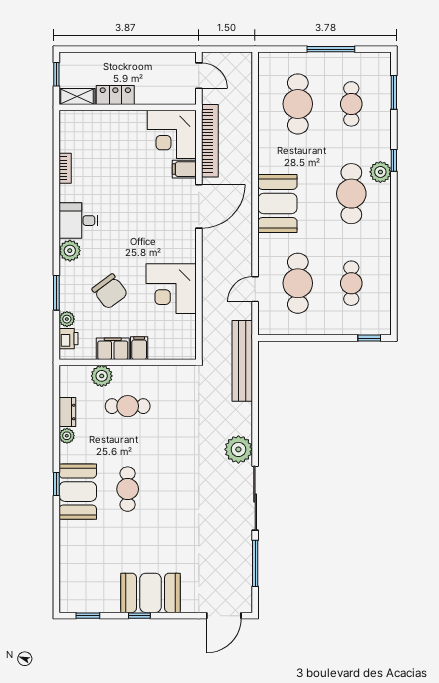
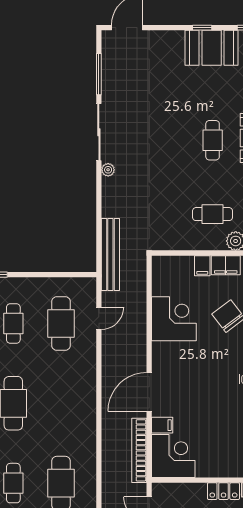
booth: (277, 204) -> (79, 394), removed
plant: (238, 449) -> (108, 170), width x0.53, depth x0.53
booth: (150, 593) -> (212, 48), moved

